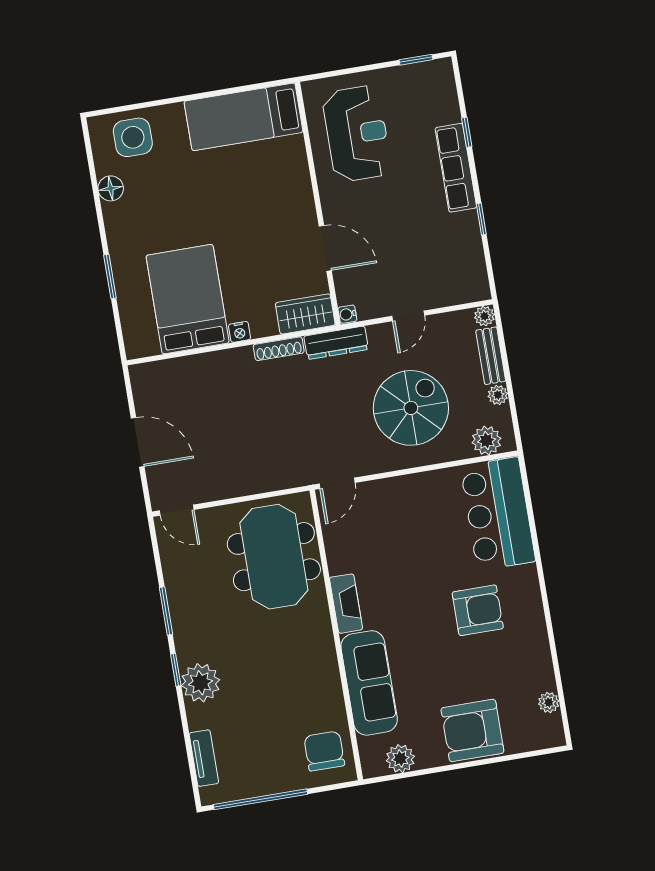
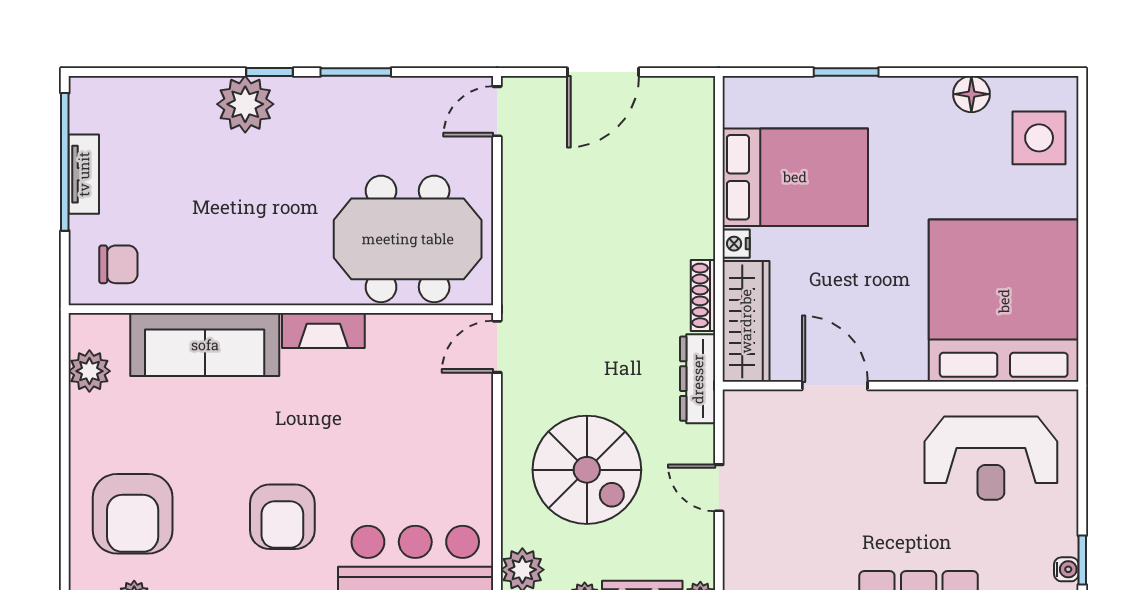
bed: (244, 117) -> (1004, 301), width x2.04
door: (325, 248) -> (835, 386), swing flipped
wardrobe: (305, 314) -> (746, 321), width x1.50
water cooler: (347, 314) -> (1066, 569), moved, turned 90
door: (337, 483) -> (497, 347), hinge flipped
armchair: (472, 730) -> (133, 514), moved, turned 180
chair: (324, 751) -> (118, 264), width x0.73, depth x0.73
tv unit: (204, 758) -> (84, 174), moved, turned -90

